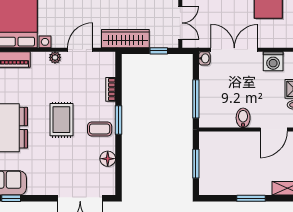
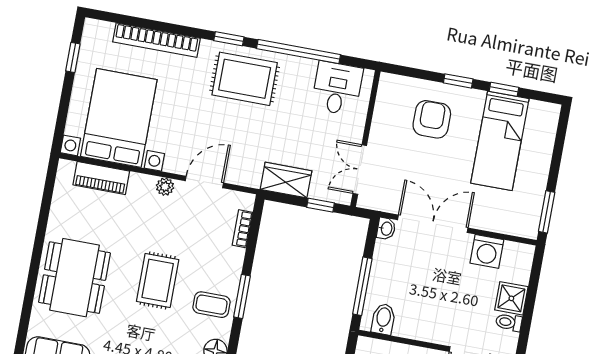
double door: (180, 23) -> (360, 169), swing flipped
wardrobe: (125, 39) -> (286, 180), width x0.67
bookcase: (111, 89) -> (242, 229), moved
bidet: (243, 118) -> (383, 319), moved

